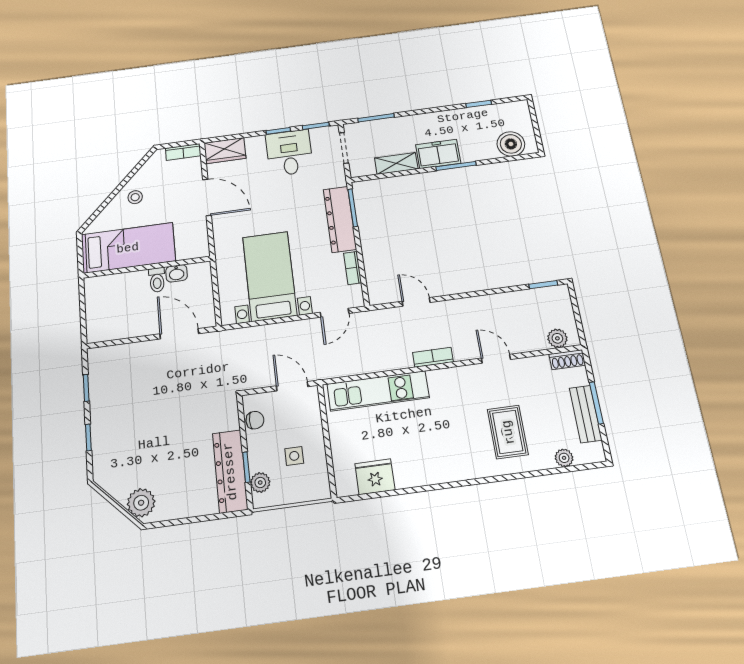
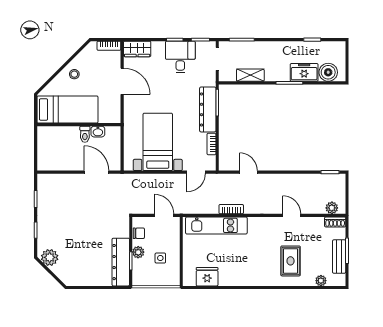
freezer: (438, 154) -> (304, 72), moved
bookcase: (433, 357) -> (231, 209), moved
plant: (260, 483) -> (138, 252), moved
plant: (141, 503) -> (50, 257), moved

